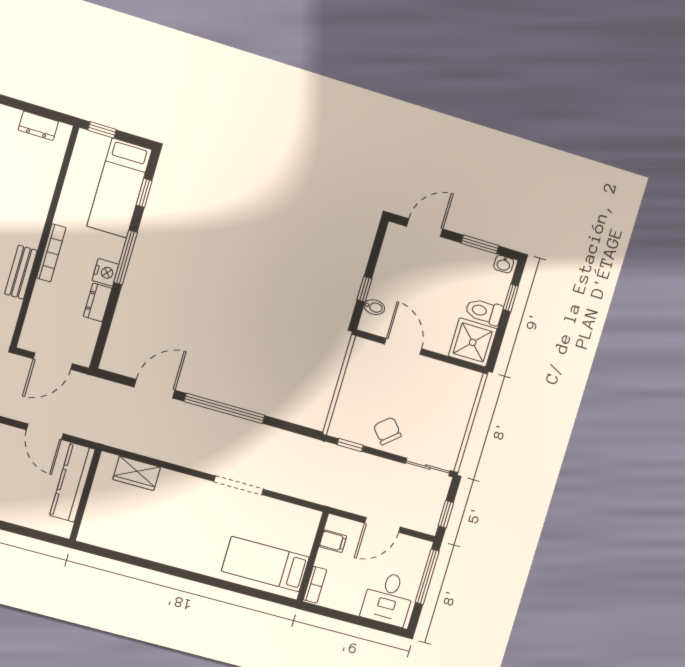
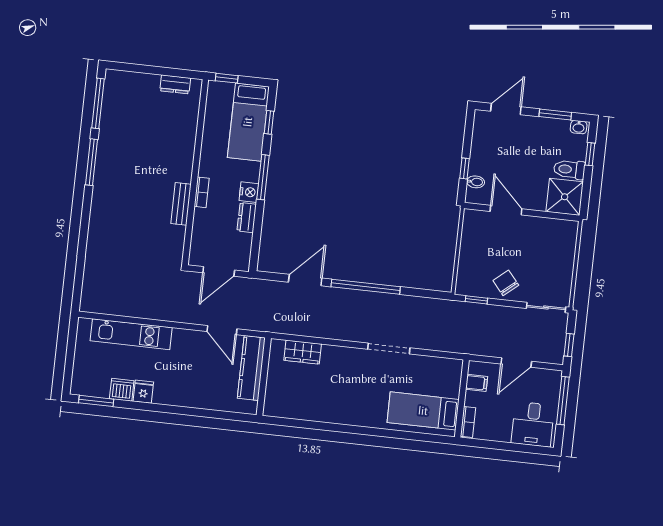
bookcase: (51, 253) -> (202, 192), width x0.64

